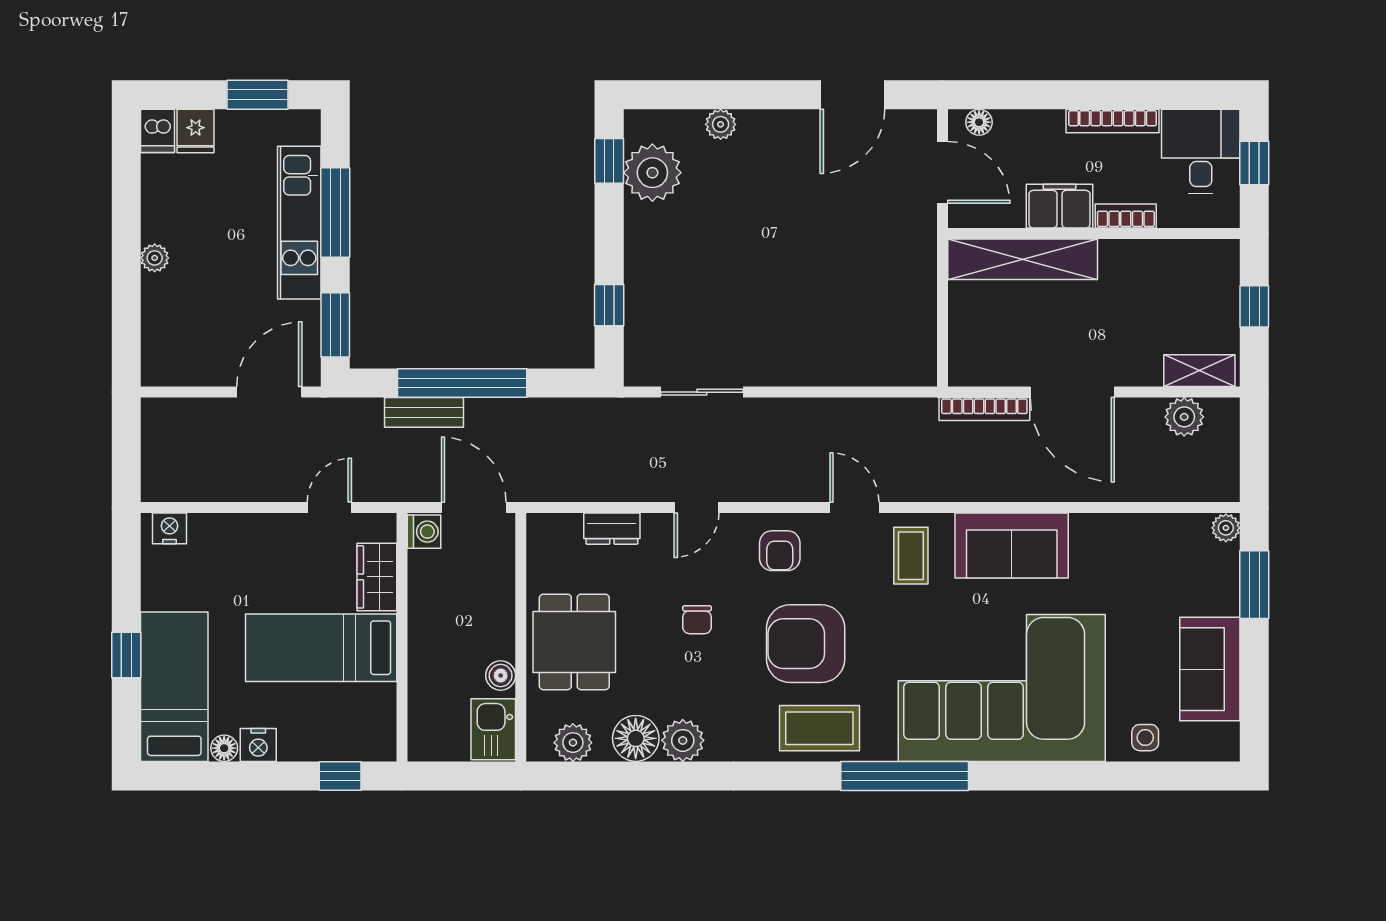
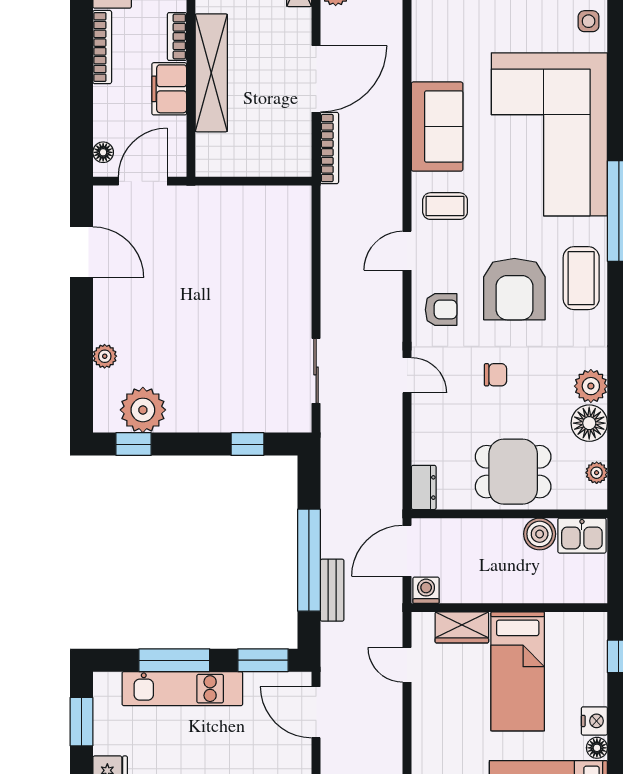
shelving: (1023, 259) -> (211, 73), moved
dresser: (612, 529) -> (424, 487), moved
boiler: (501, 676) -> (540, 534), width x1.36, depth x1.36
plant: (573, 743) -> (597, 473), width x0.73, depth x0.73

